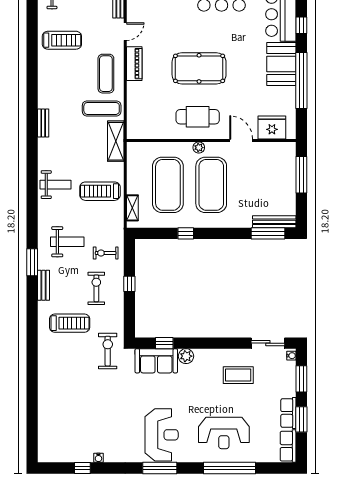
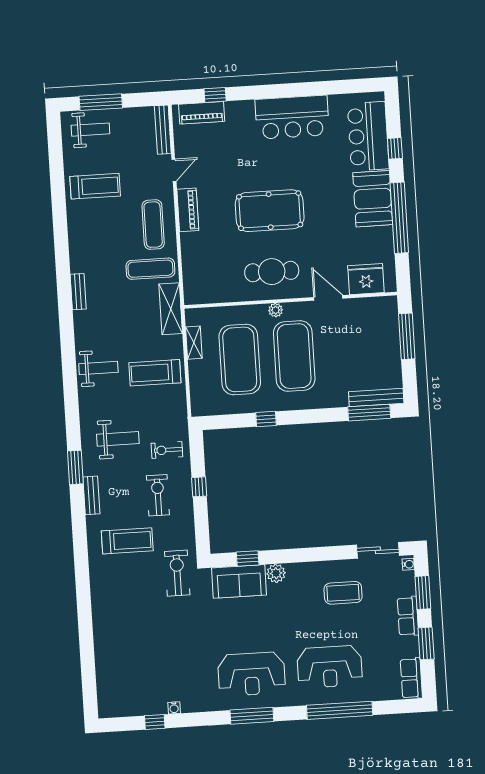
shelving: (132, 208) -> (194, 343), moved
row of seats: (288, 413) -> (408, 616), moved
reception desk: (162, 435) -> (251, 674), turned 90

